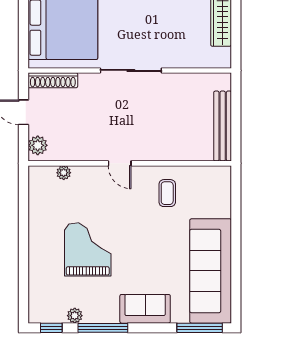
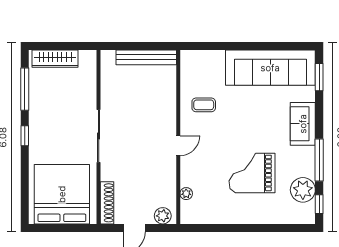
plant: (75, 316) -> (303, 190), width x1.87, depth x1.87
window: (200, 328) -> (319, 77), width x0.69

